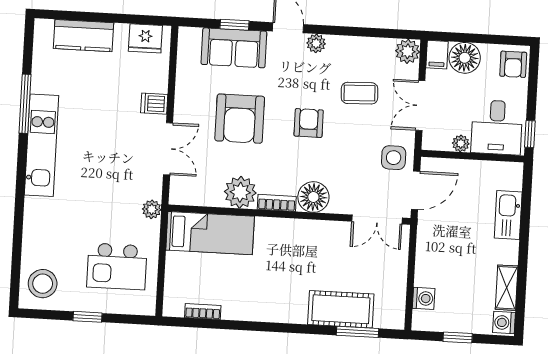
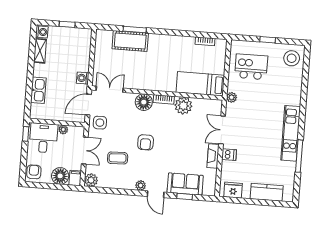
fireplace: (184, 101) -> (213, 156), added
armchair: (240, 119) -> (183, 146), removed
washing machine: (424, 298) -> (83, 78), moved
window: (358, 332) -> (135, 30), moved

